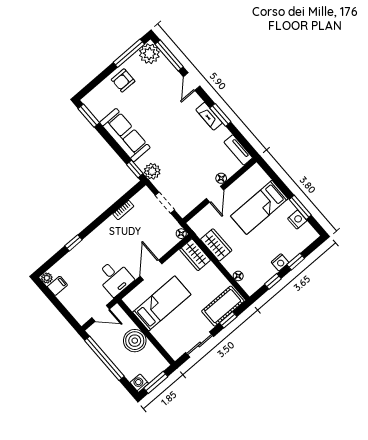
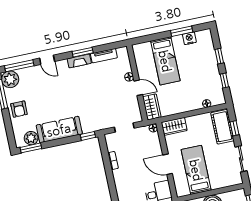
tv unit: (238, 150) -> (104, 56), moved
plant: (152, 171) -> (31, 138), moved
wardrobe: (216, 245) -> (152, 107), moved, turned 90
nightstand: (280, 262) -> (213, 68), removed

